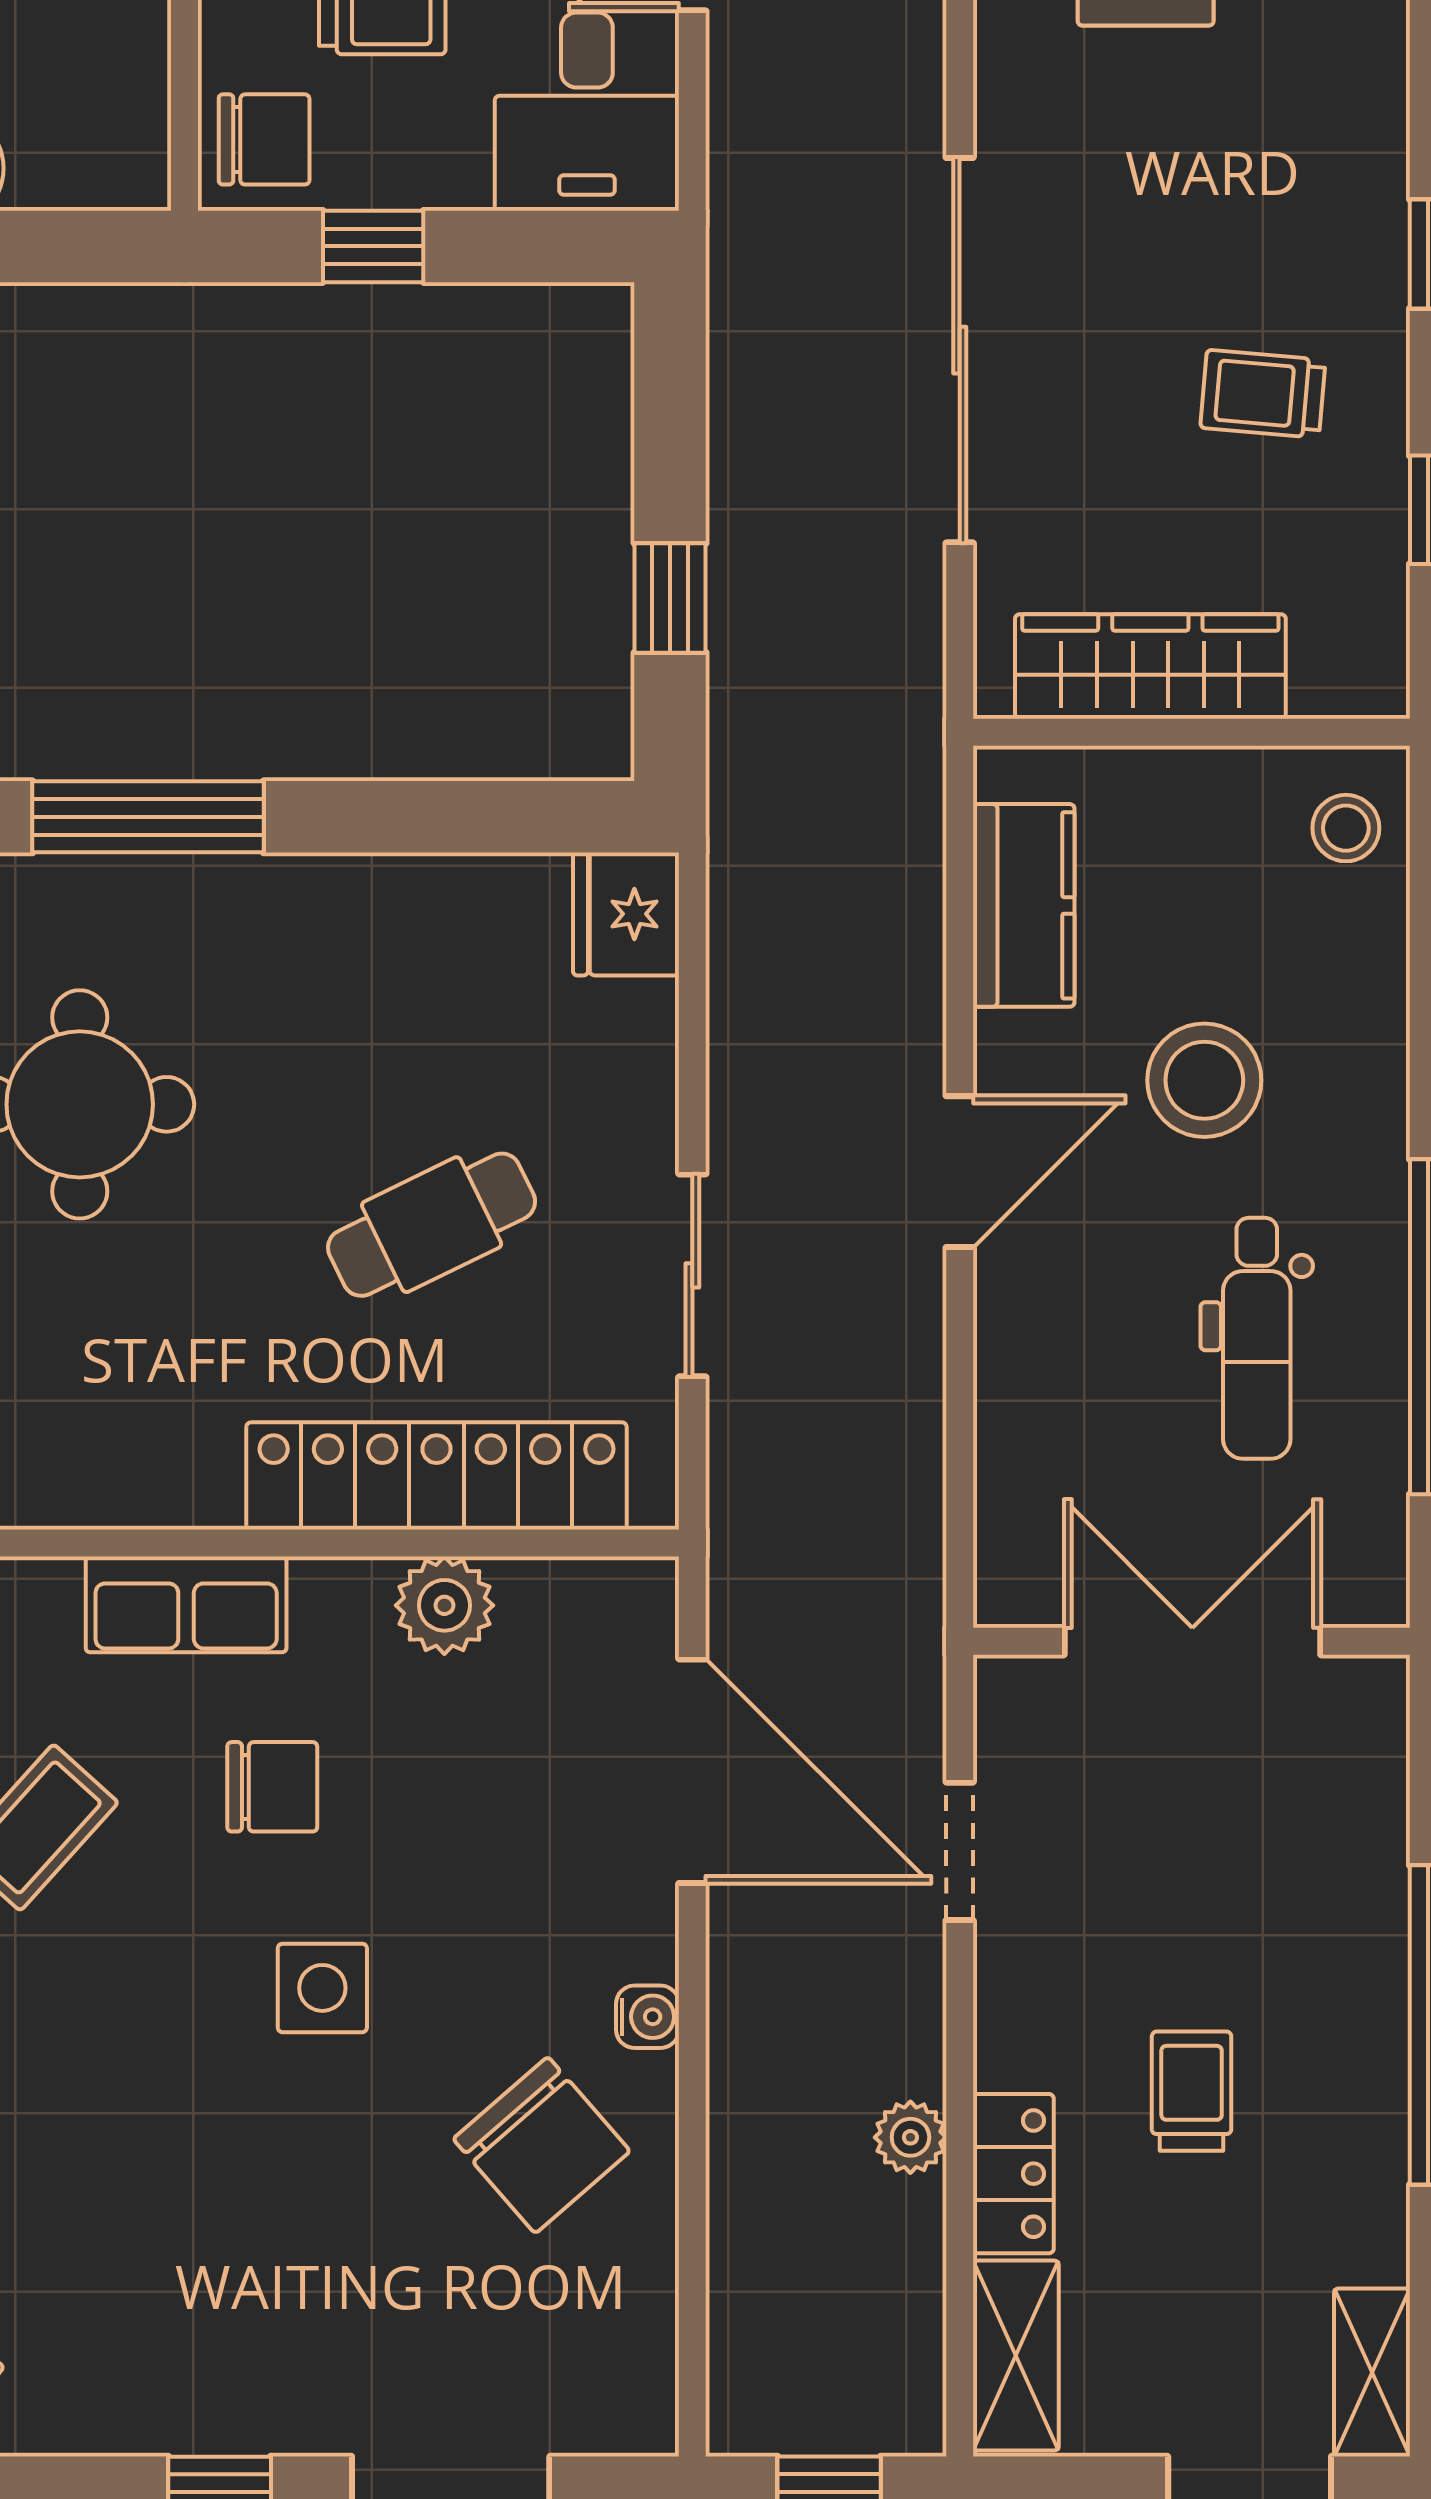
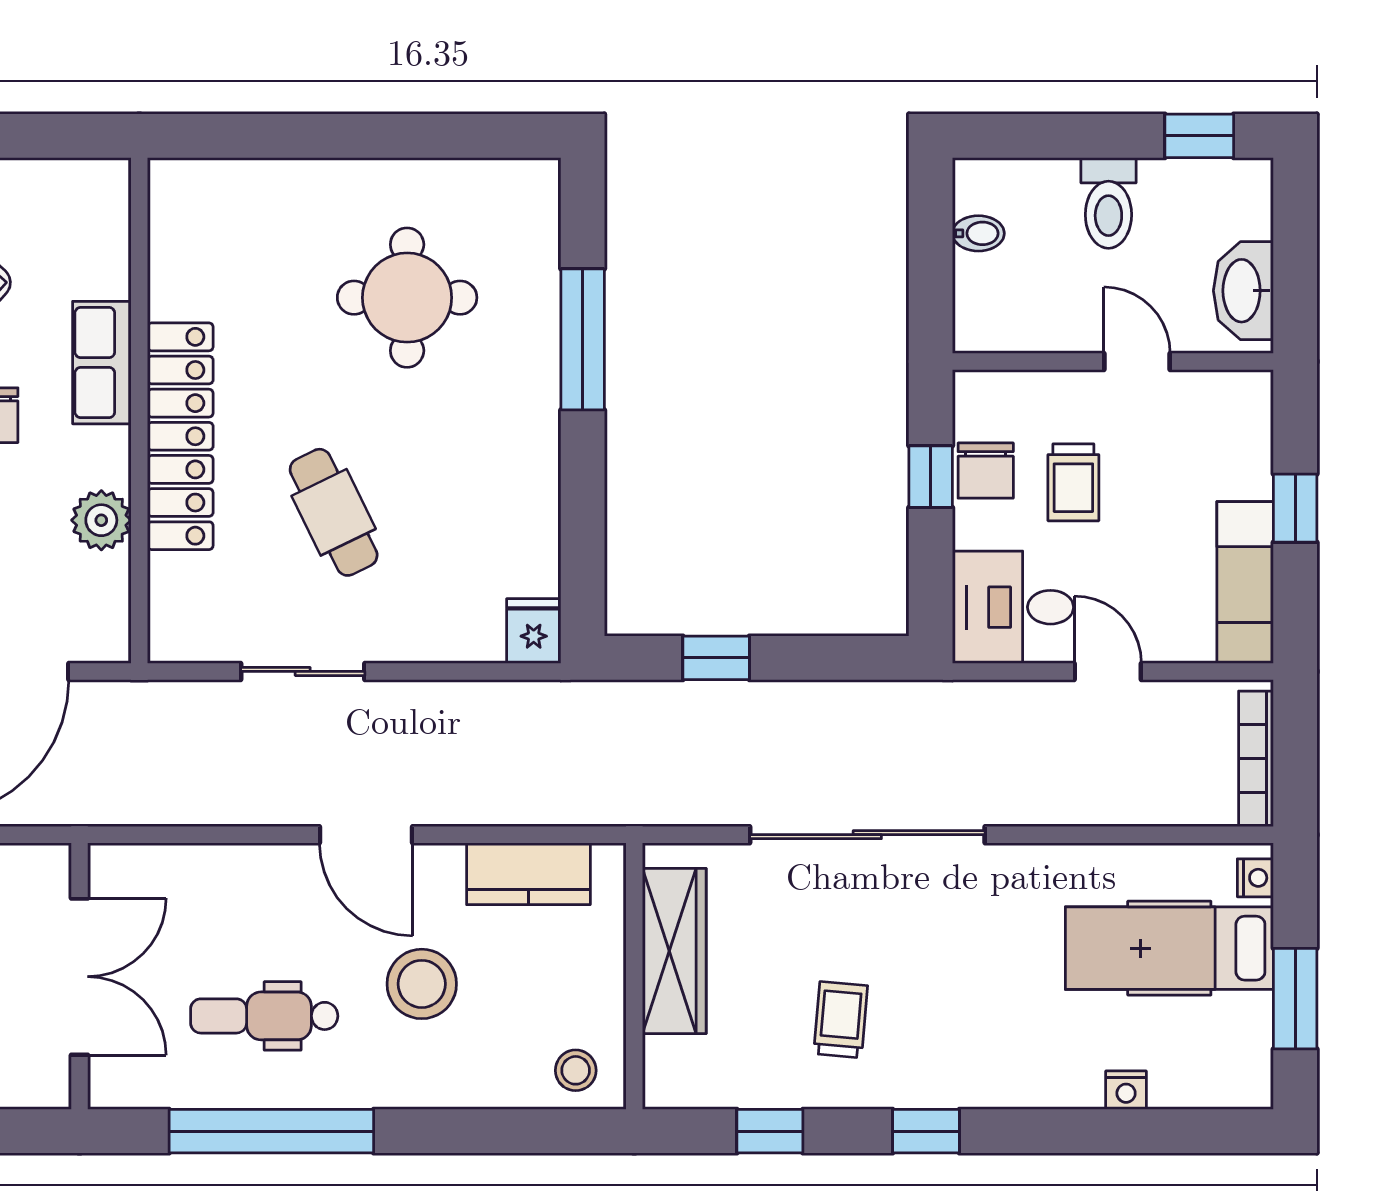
chair: (264, 139) -> (986, 471), moved
fridge: (626, 914) -> (534, 631), width x0.72
locker: (436, 1476) -> (180, 436), moved

